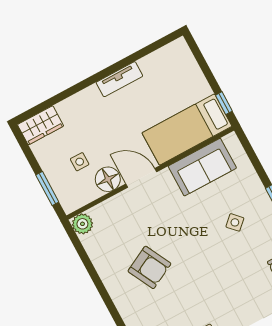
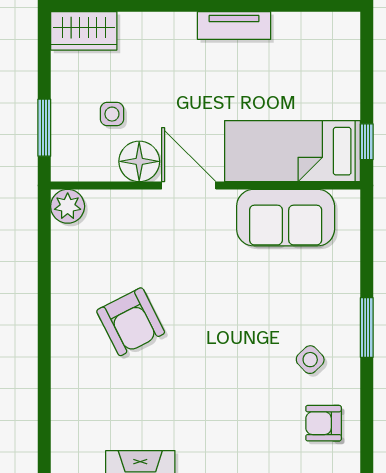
side table: (235, 222) -> (310, 360), moved

